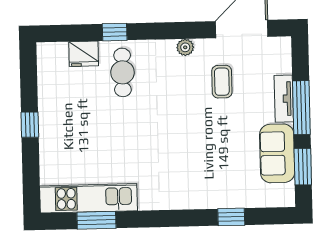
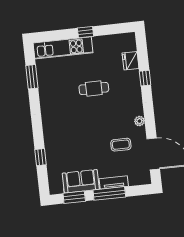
cafe table: (123, 72) -> (94, 88), moved
kitchen unit: (89, 198) -> (63, 48), moved, turned 90

